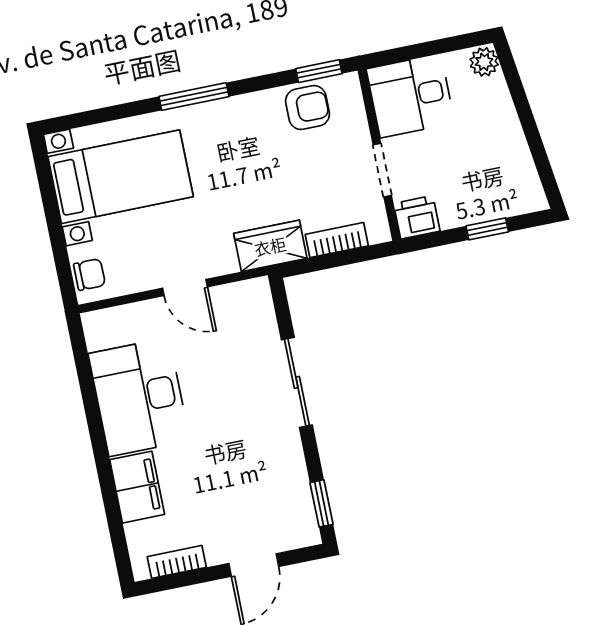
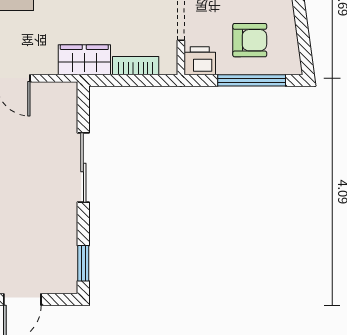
armchair: (475, 178) -> (250, 40), added
window: (487, 229) -> (252, 80), width x2.17

